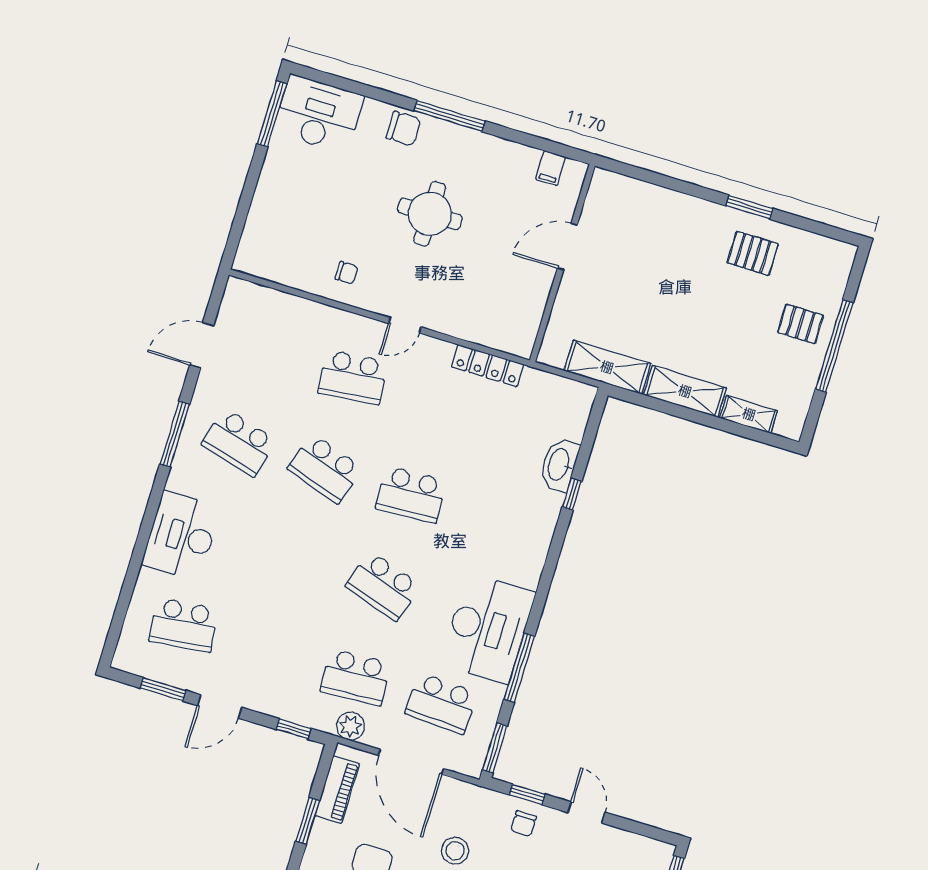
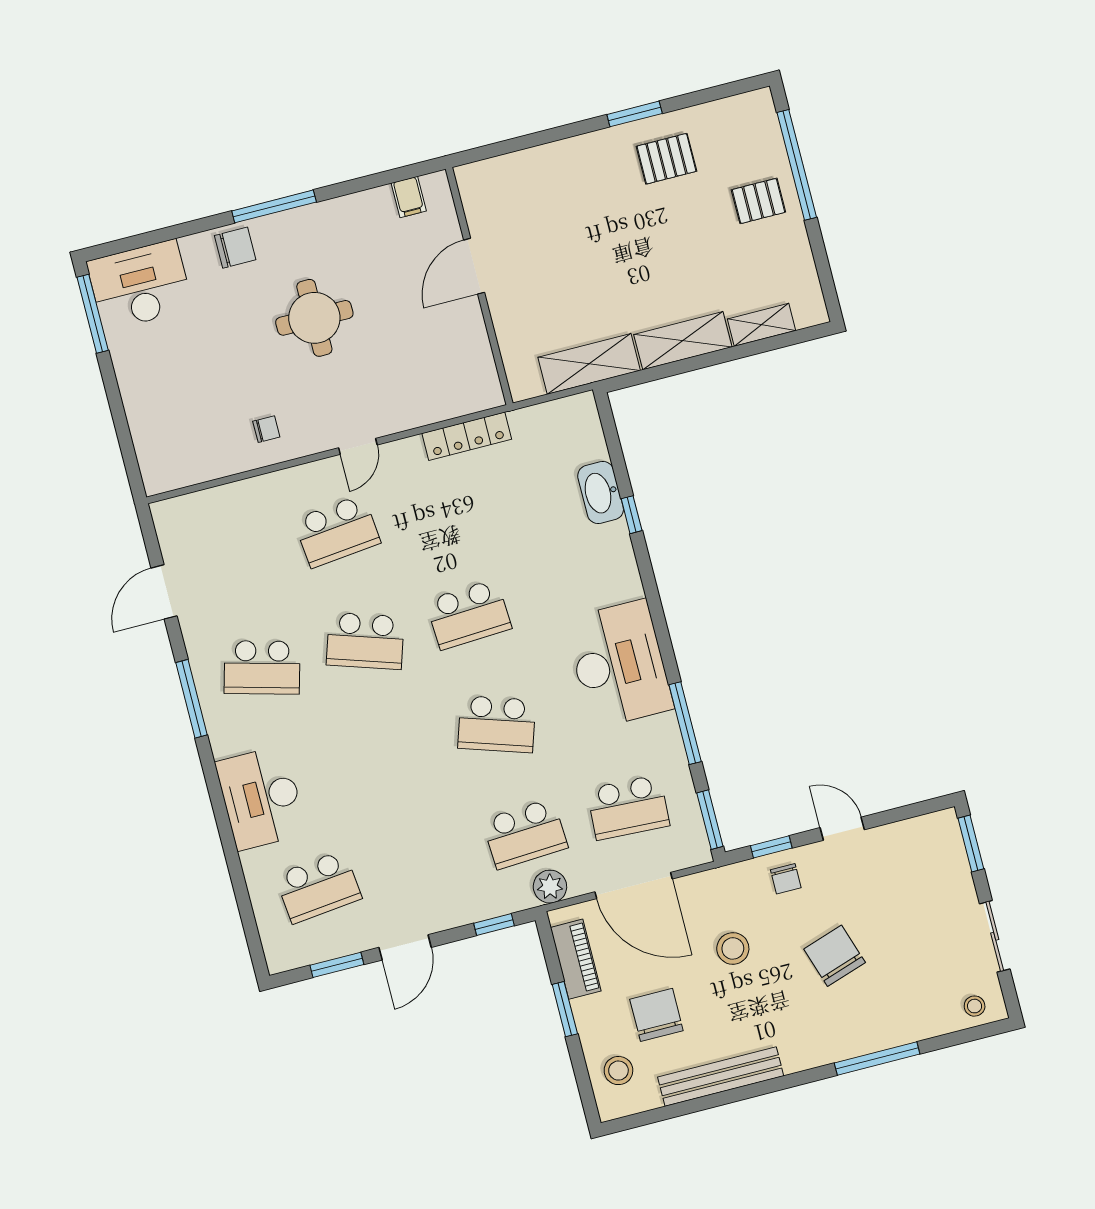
window: (834, 346) -> (797, 165), moved
desk: (488, 628) -> (619, 664), moved

